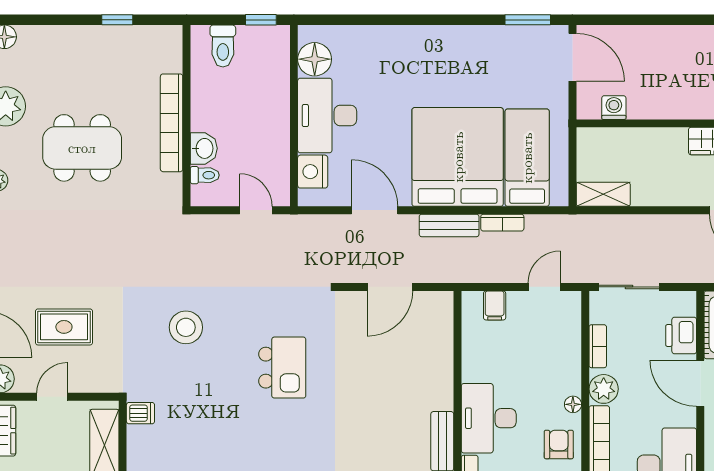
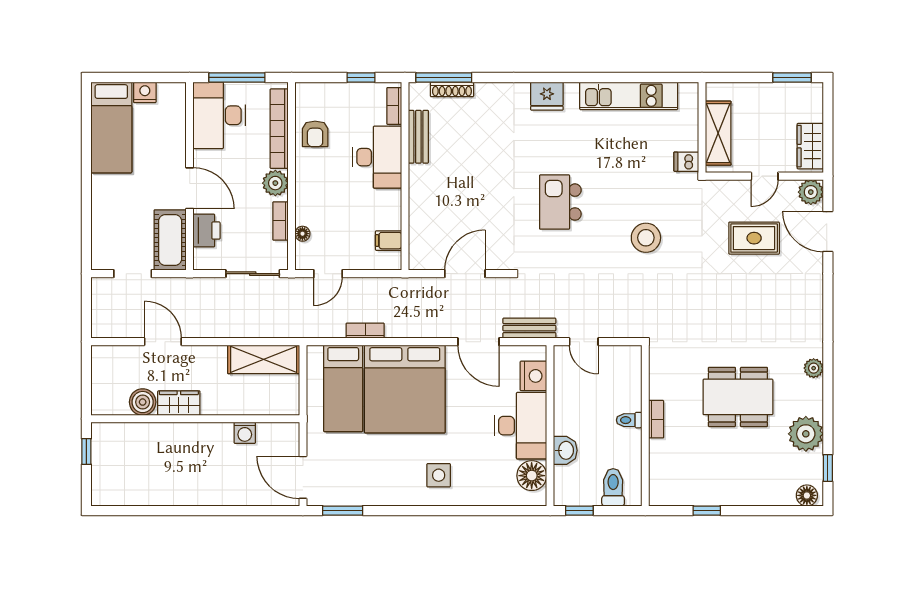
side table: (420, 60) -> (439, 475), added
washing machine: (614, 108) -> (245, 433), moved
bookcase: (172, 123) -> (656, 419), width x0.43, depth x0.76
washbasin: (204, 148) -> (565, 450), moved, turned 180
toilet: (205, 175) -> (629, 420), moved
shelving: (603, 194) -> (264, 359), width x1.50, depth x1.33
bench: (449, 225) -> (529, 328), moved
filing cabinet: (495, 305) -> (389, 241), moved, turned -90
floor lamp: (573, 404) -> (302, 234), moved

